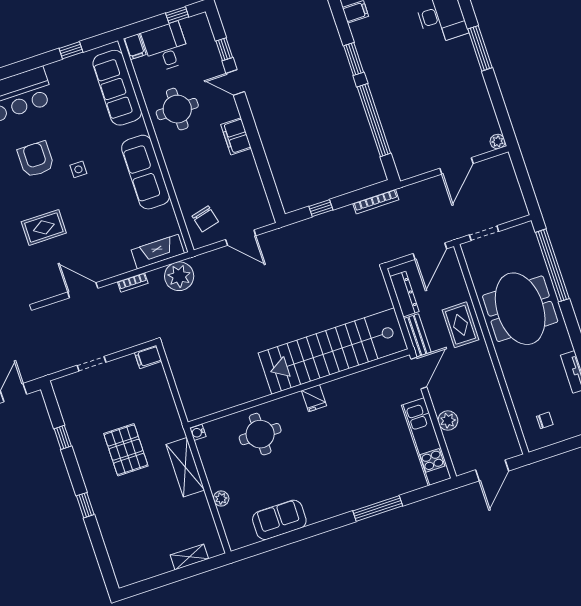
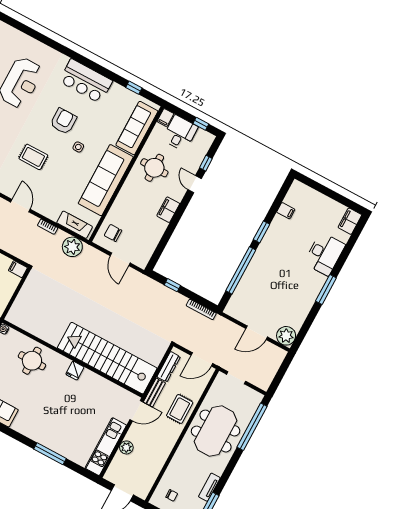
plant: (498, 142) -> (286, 336), width x1.87, depth x1.87
sofa: (146, 172) -> (106, 180), width x1.36, depth x1.27
chair: (205, 219) -> (113, 233), turned 104

